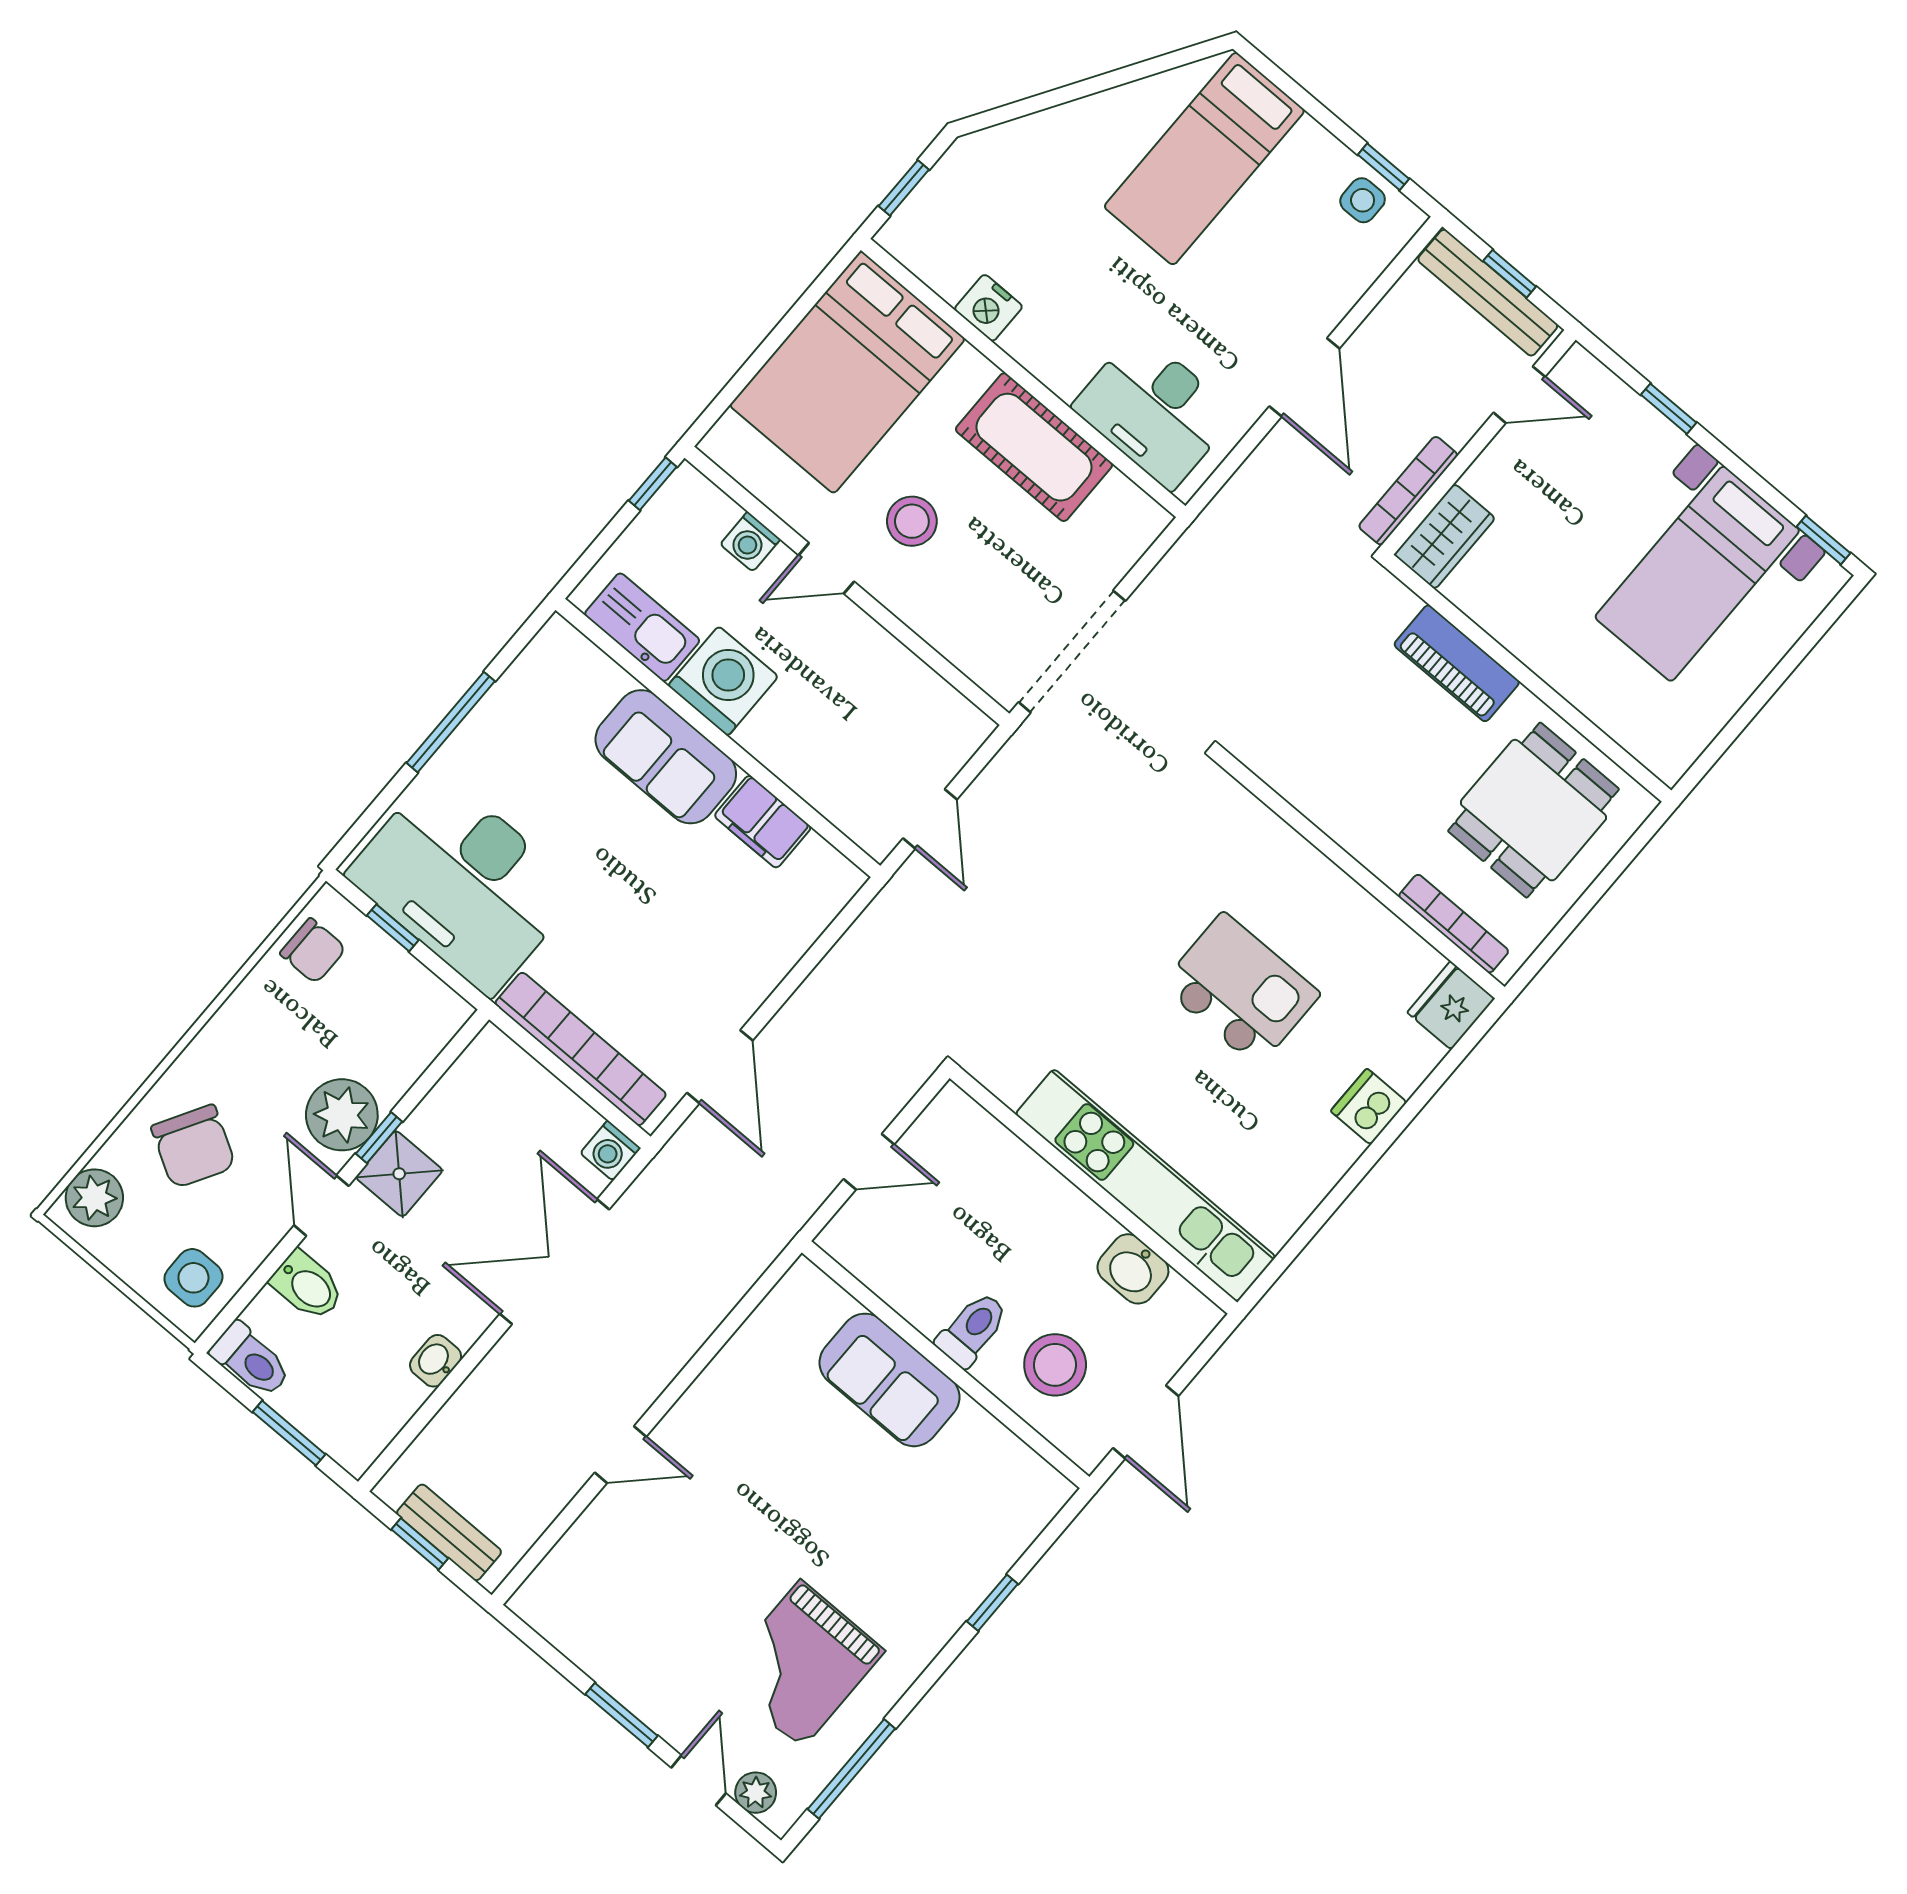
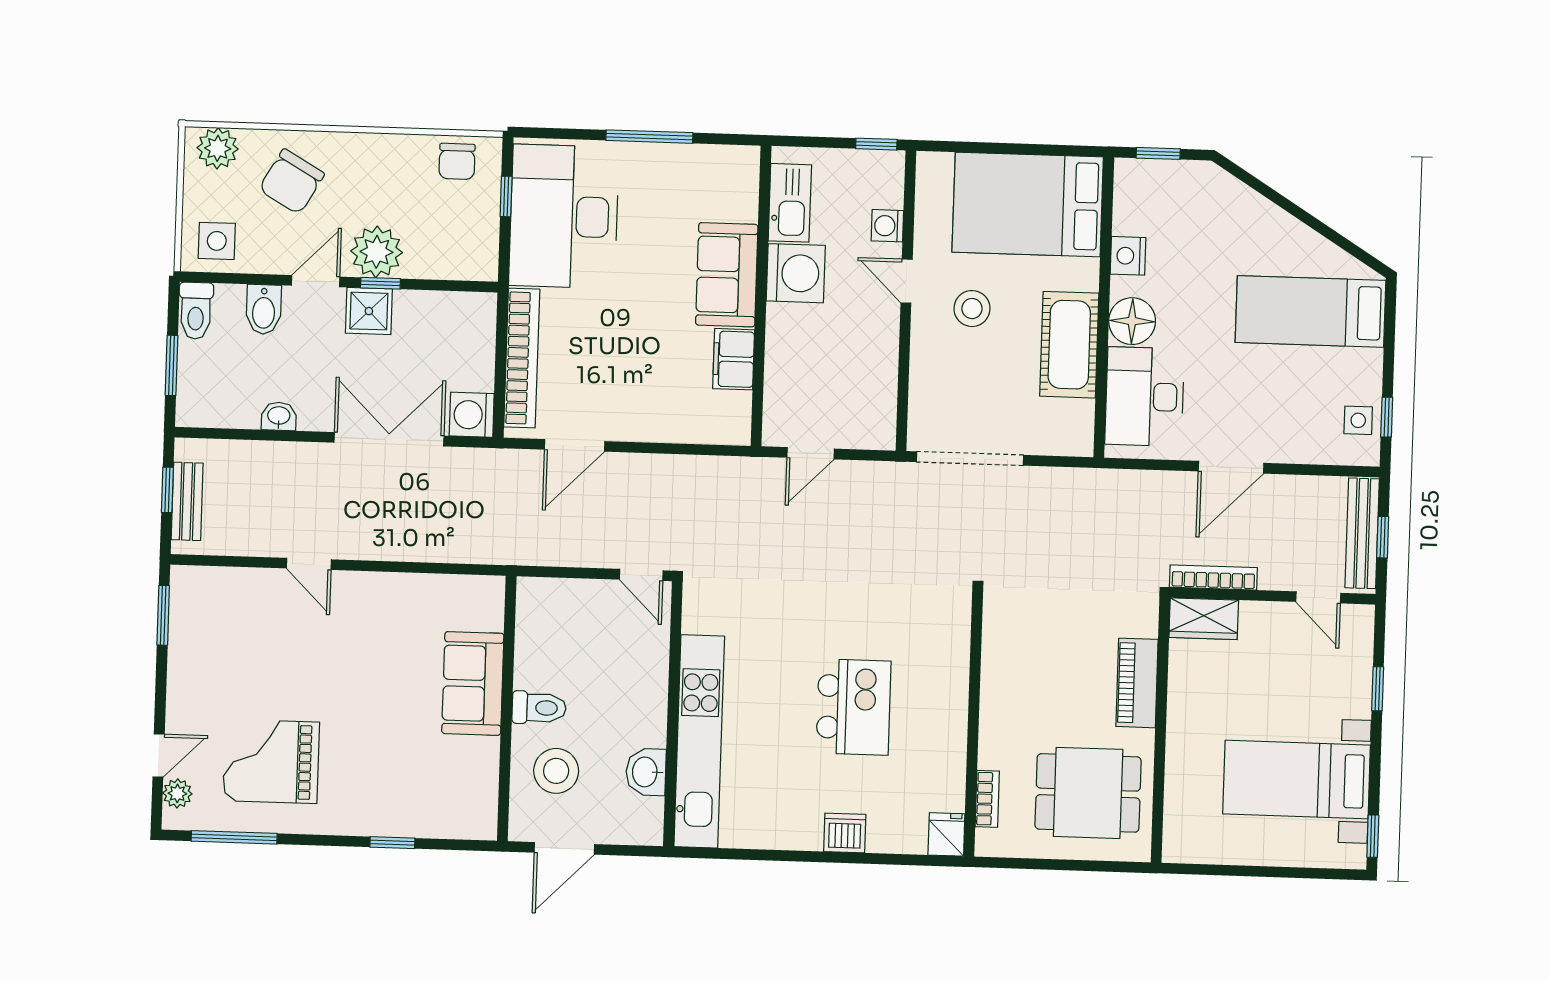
floor lamp: (1062, 359) -> (1132, 321), added
bookcase: (1454, 924) -> (987, 799), width x0.64
fridge: (1451, 1005) -> (946, 834), width x0.72
washing machine: (610, 1151) -> (472, 415), width x1.38, depth x1.38
door: (869, 1162) -> (641, 575), moved
window: (621, 1715) -> (163, 615), moved

